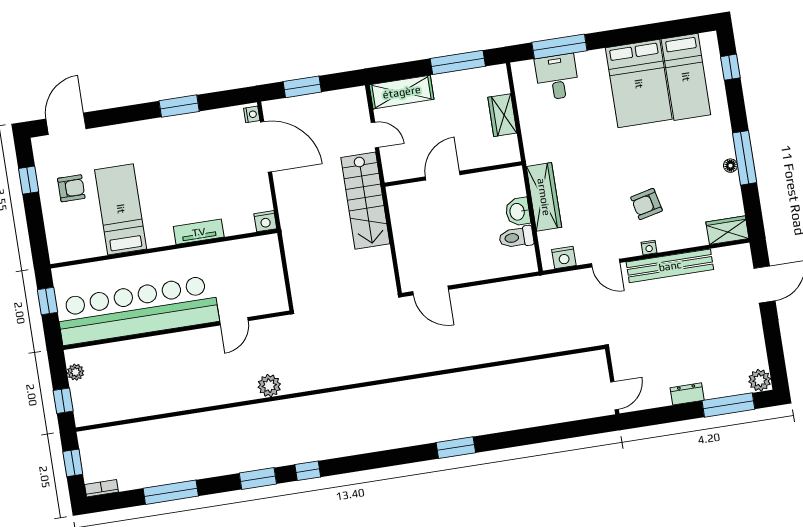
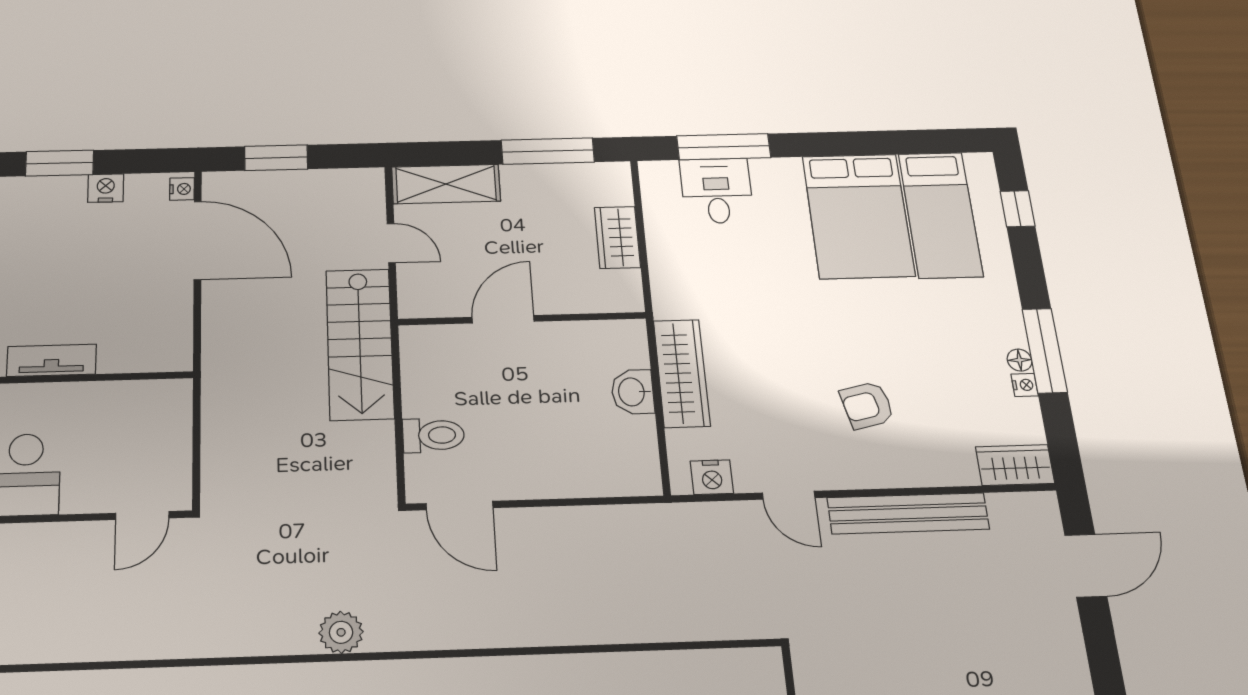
nightstand: (265, 221) -> (106, 188), moved, turned 180
toilet: (516, 237) -> (433, 435), moved, turned 180
nightstand: (649, 248) -> (1025, 385), moved, turned -90
door: (234, 321) -> (142, 516), moved
plant: (269, 386) -> (341, 632), moved

